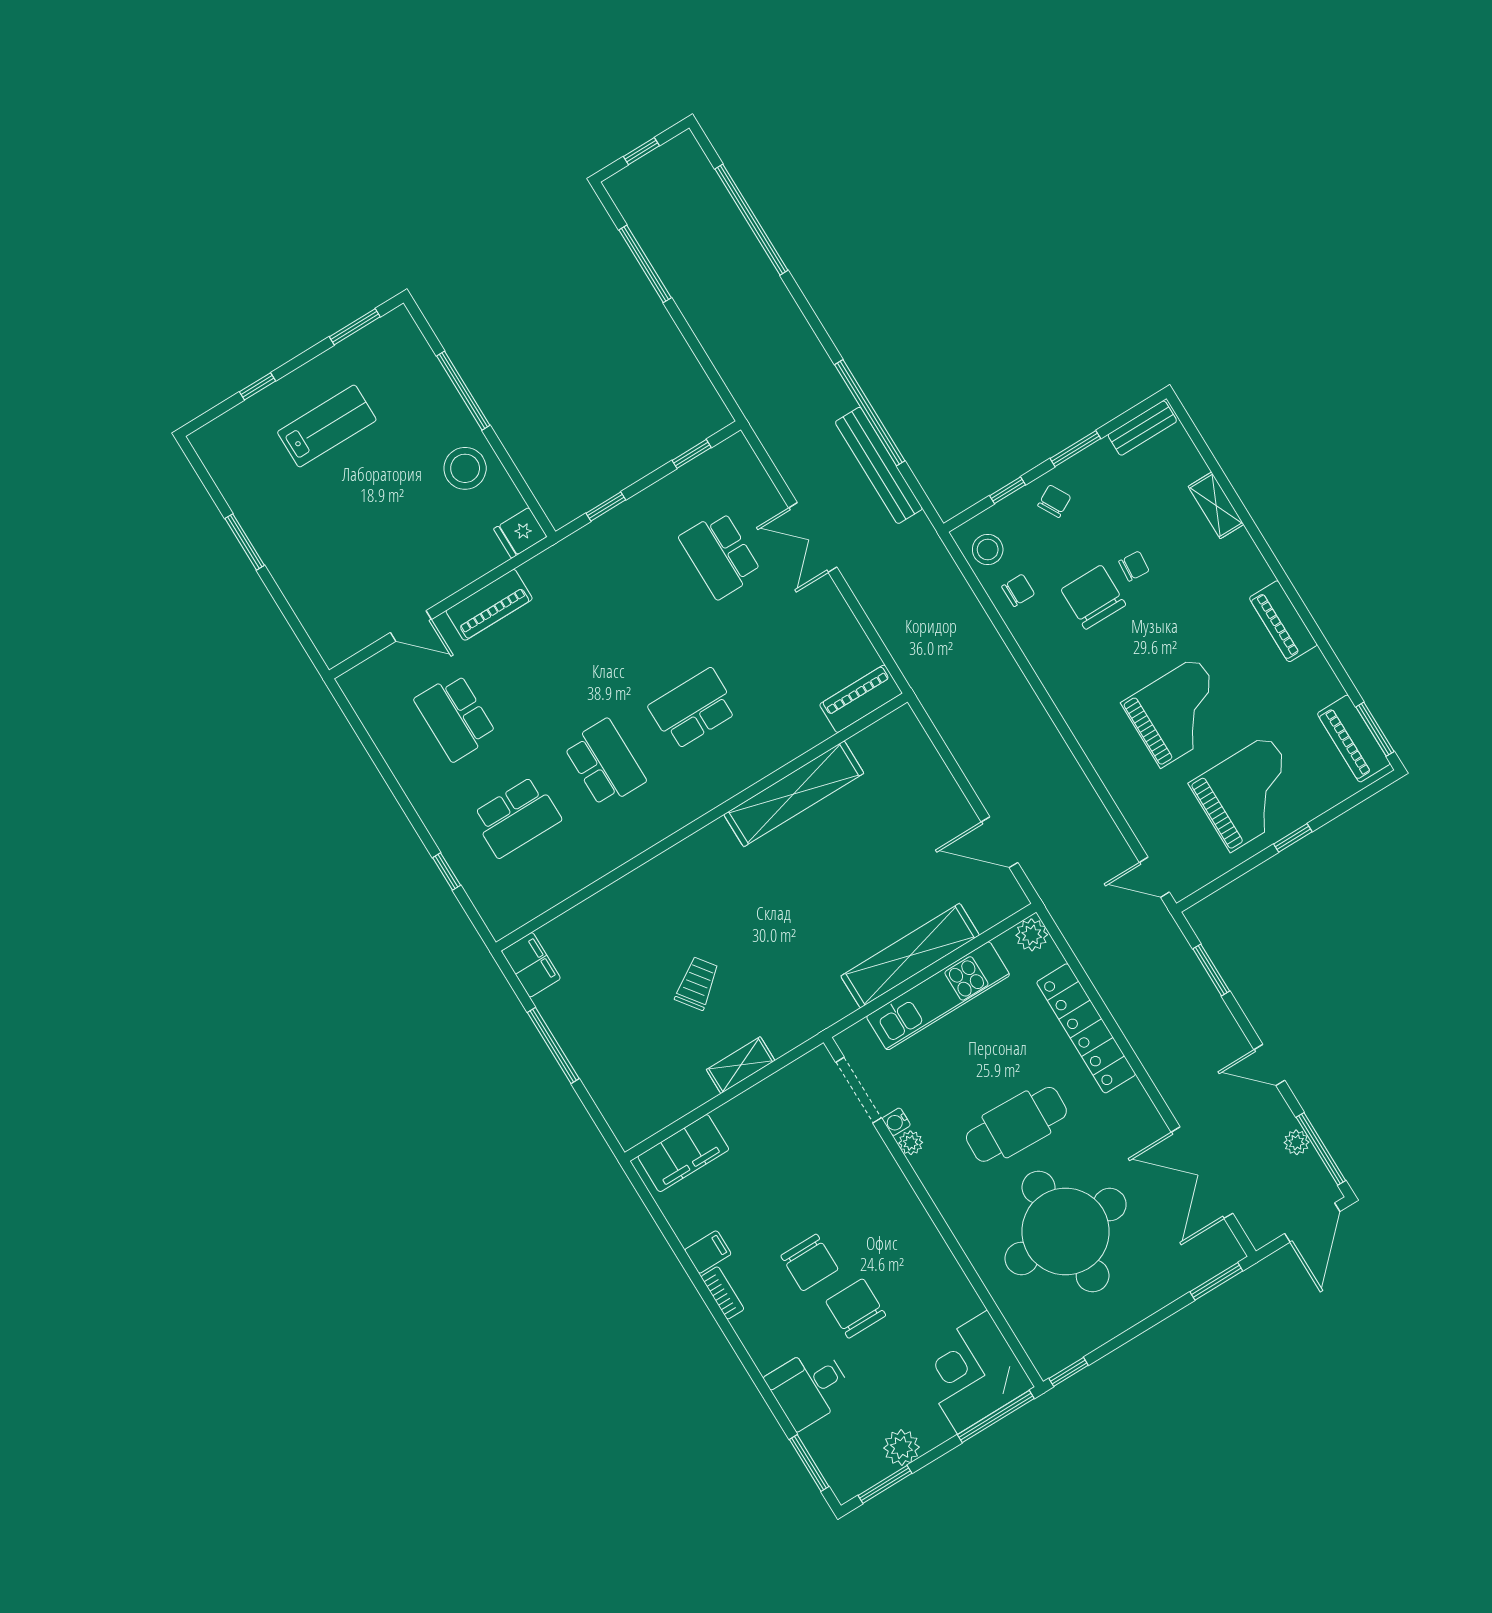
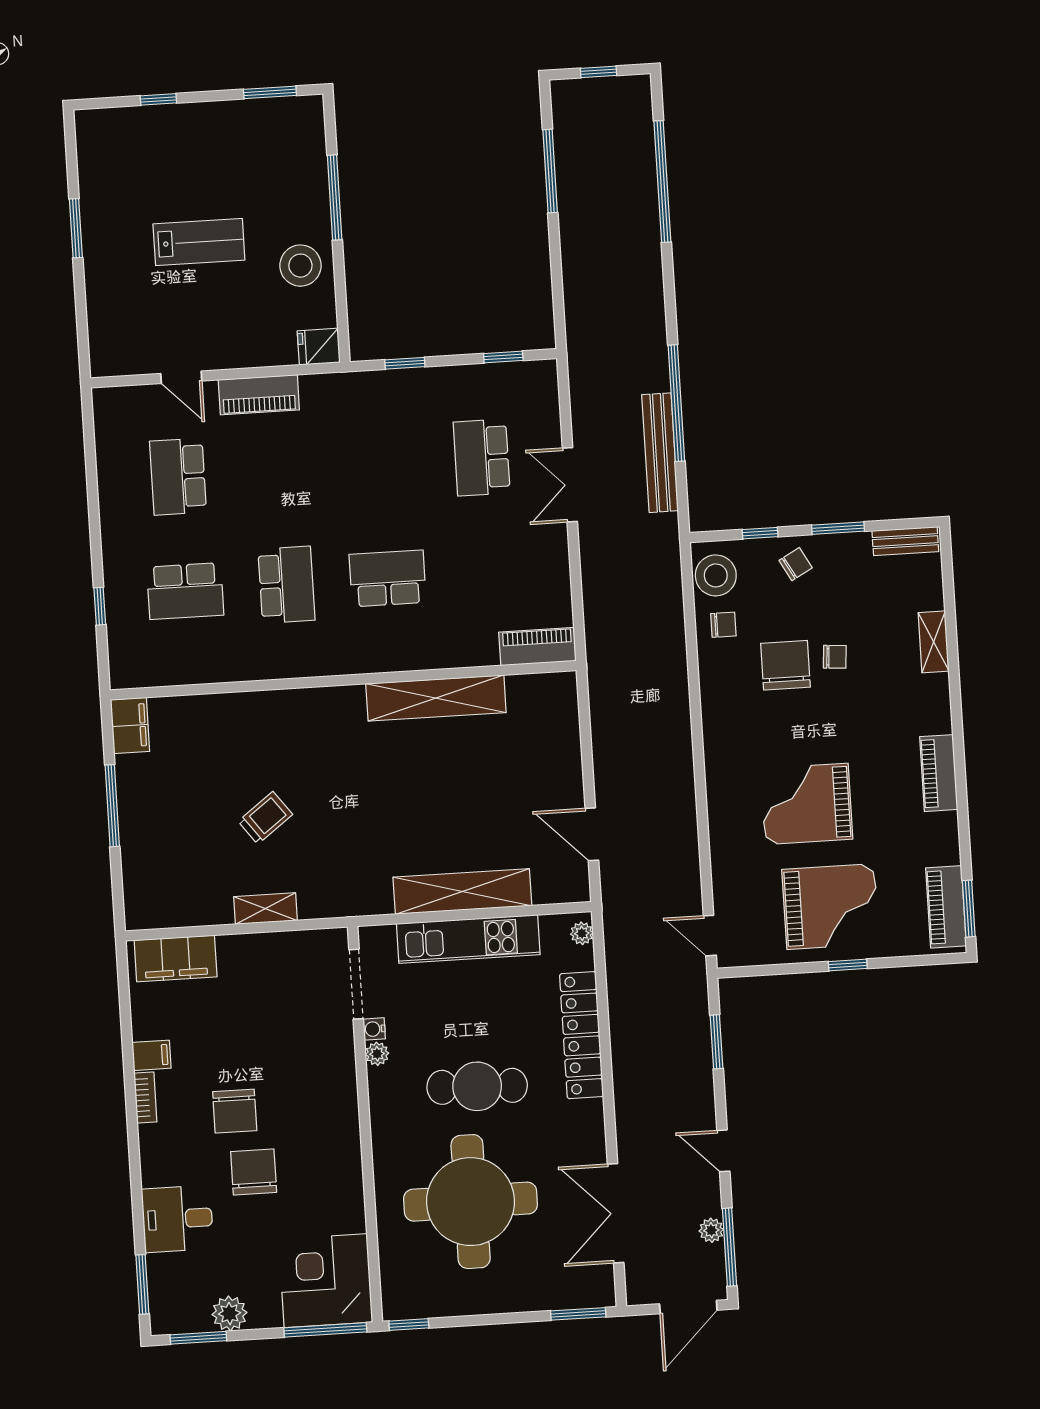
lab bench: (327, 426) -> (199, 242), moved
stool: (988, 550) -> (716, 575), width x1.38, depth x1.38
grand piano: (1179, 712) -> (806, 804), turned 180
plant: (1032, 935) -> (582, 933), width x0.73, depth x0.73

